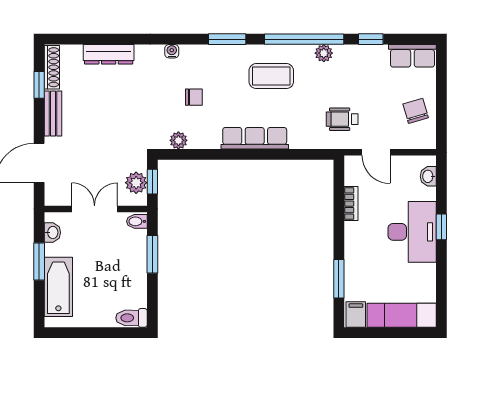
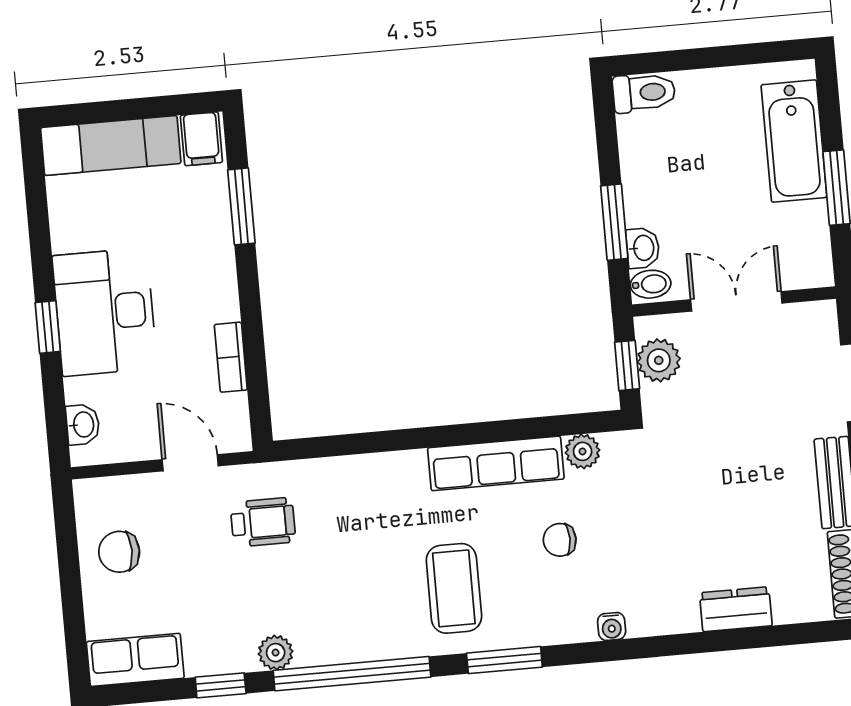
plant: (324, 53) -> (276, 653), moved
dresser: (109, 54) -> (736, 609), width x0.70
coffee table: (271, 76) -> (454, 588), moved, turned 90
chair: (416, 111) -> (119, 552), turned 106
row of seats: (255, 138) -> (496, 463), moved
double door: (95, 209) -> (736, 301), swing flipped
washbasin: (52, 232) -> (643, 248), moved, turned 180

